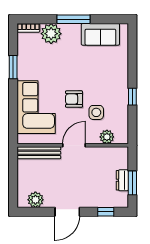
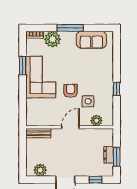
armchair: (74, 99) -> (71, 91), turned 90
corner sofa: (36, 107) -> (41, 77), moved
bench: (39, 153) -> (38, 133), width x0.73

